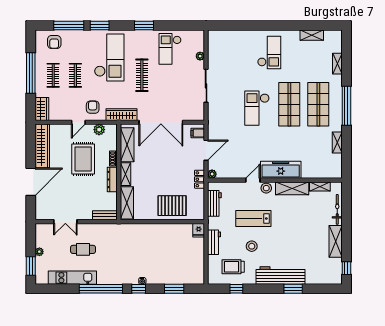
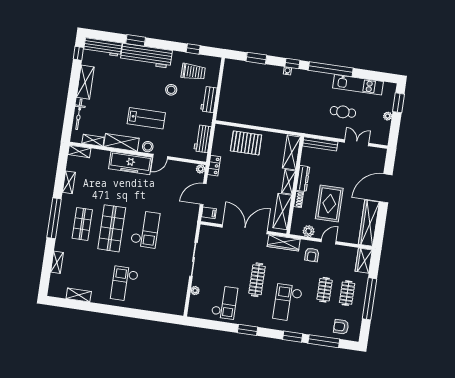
armchair: (54, 42) -> (341, 327), turned -90
checkout: (109, 58) -> (288, 303), width x0.73, depth x0.83
shop shelf: (318, 104) -> (82, 224), width x0.70, depth x0.74
shelving: (331, 174) -> (79, 151), added
bench: (105, 215) -> (320, 144), width x1.36
lab bench: (253, 219) -> (146, 118), moved
fridge: (199, 230) -> (223, 114), removed
workbench: (324, 278) -> (103, 47), added

